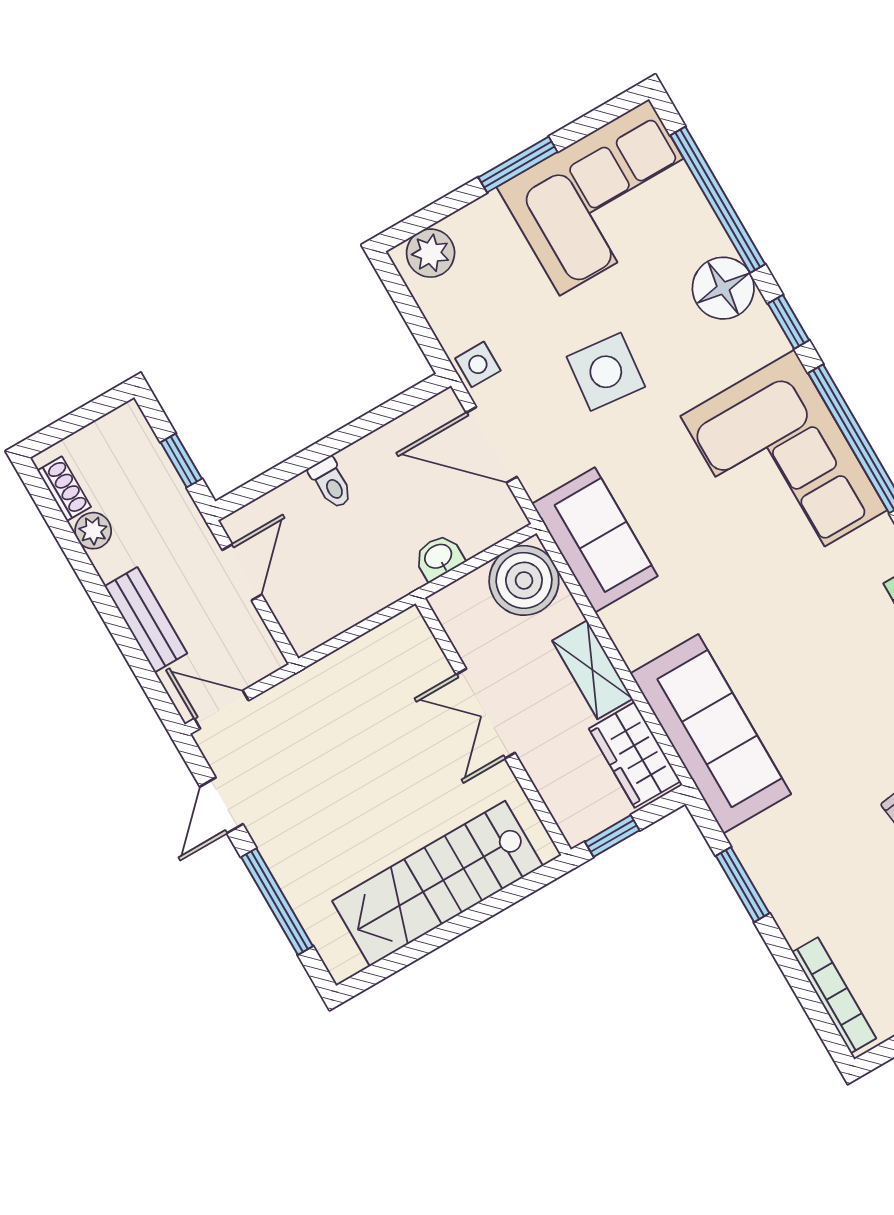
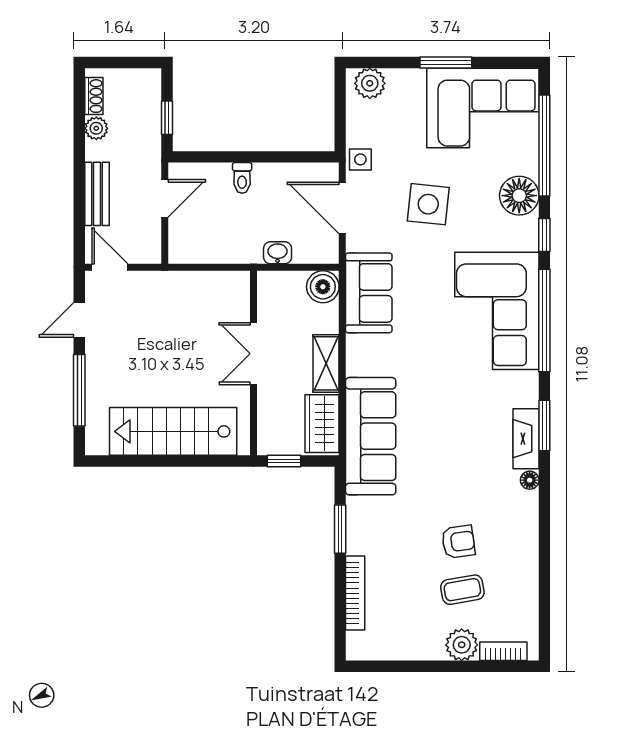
boiler: (524, 580) -> (323, 287), width x0.73, depth x0.73
bookcase: (834, 995) -> (355, 593), moved

